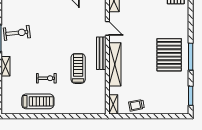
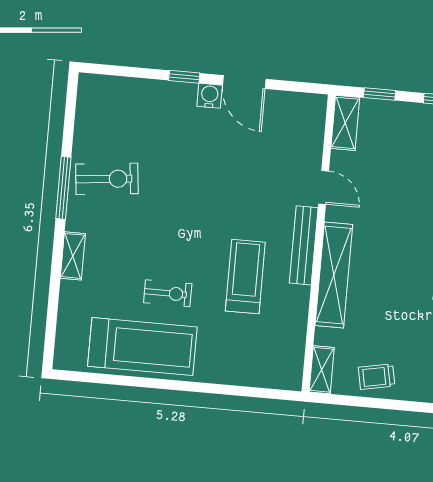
treadmill: (38, 101) -> (142, 347), width x1.37, depth x1.38

